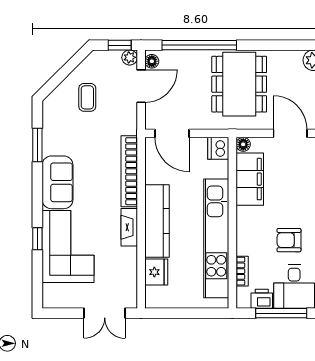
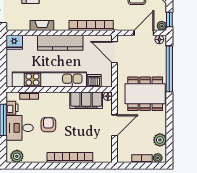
door: (141, 86) -> (144, 33), swing flipped
door: (172, 133) -> (115, 52), hinge flipped
dishwasher: (218, 148) -> (94, 81), moved
fireplace: (129, 227) -> (42, 26), moved
fridge: (156, 272) -> (14, 42), moved

